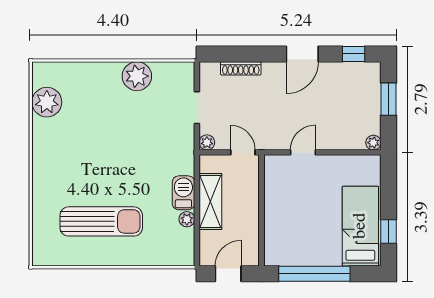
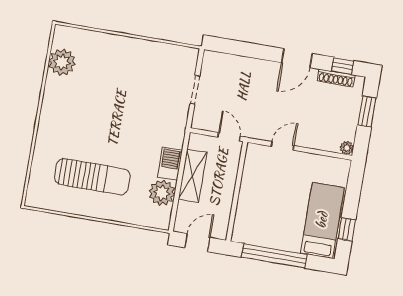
shoe rack: (241, 68) -> (336, 78), moved
plant: (137, 76) -> (146, 53), removed
plant: (207, 142) -> (198, 122), removed
plant: (187, 219) -> (162, 193), width x1.87, depth x1.87

